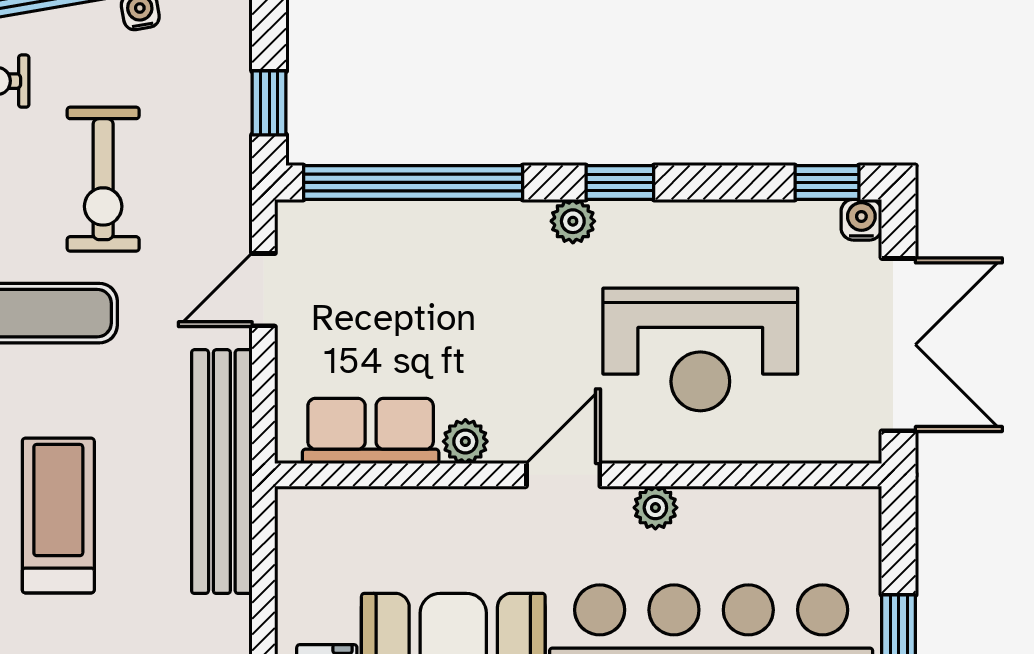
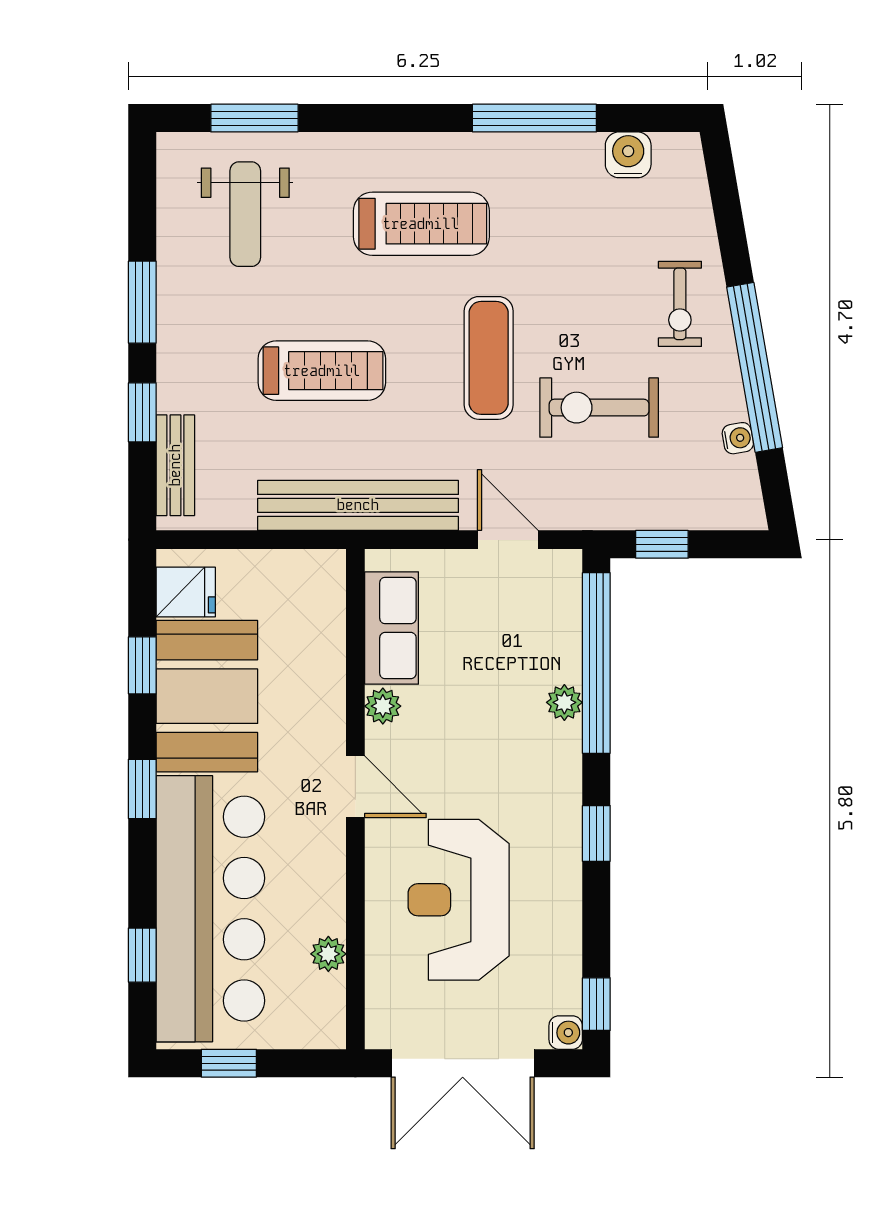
plant: (573, 221) -> (564, 702), moved
plant: (655, 508) -> (328, 954), moved

